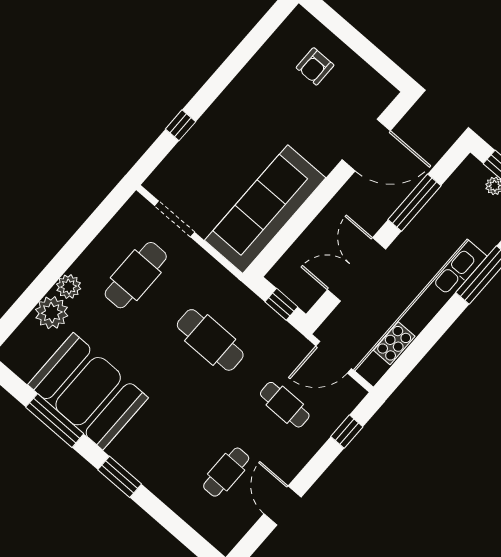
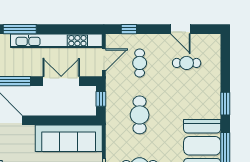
double door: (356, 269) -> (61, 81), swing flipped
door: (334, 357) -> (104, 60), hinge flipped
door: (283, 505) -> (180, 29), hinge flipped

